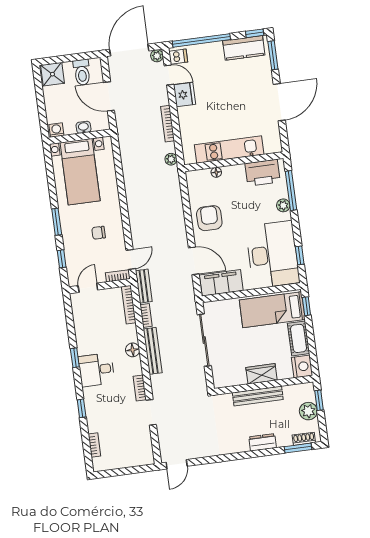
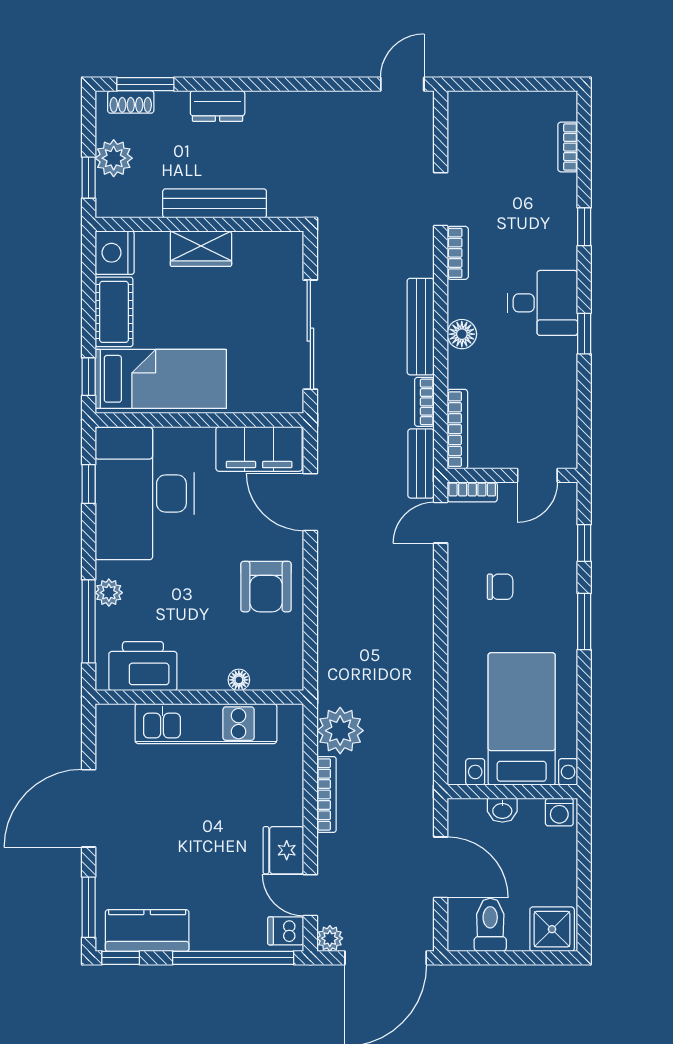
plant: (171, 159) -> (340, 731), width x1.88, depth x1.88

